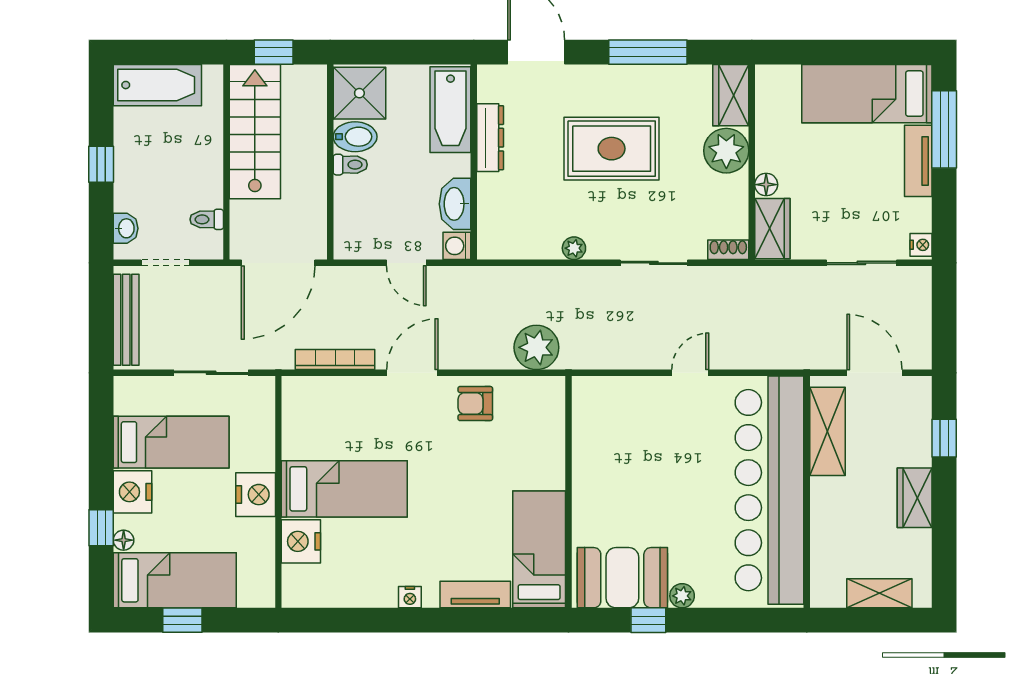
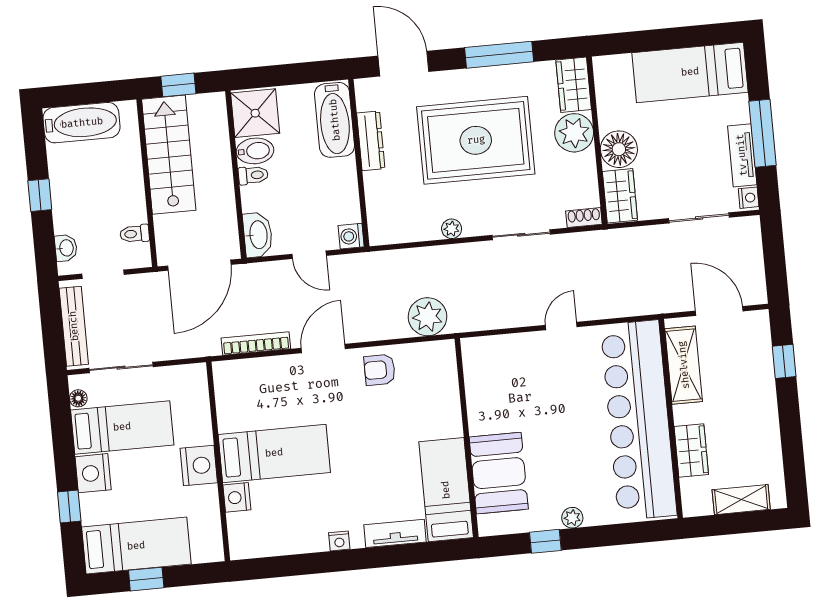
window: (944, 129) -> (763, 133), moved
rug: (612, 149) -> (476, 140), width x1.37, depth x1.44
tv unit: (918, 161) -> (742, 155), moved
floor lamp: (766, 185) -> (619, 149), width x1.89, depth x1.89
washbasin: (455, 204) -> (258, 235), moved, turned 180
sliding door: (211, 373) -> (121, 368), moved
wardrobe: (915, 498) -> (691, 450), moved, turned 180
floor lamp: (124, 540) -> (78, 398), moved
nightstand: (301, 541) -> (237, 497), width x0.74, depth x0.75
booth: (622, 578) -> (499, 473), moved, turned 90

